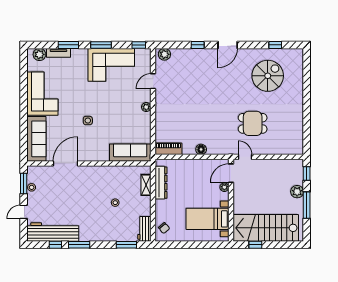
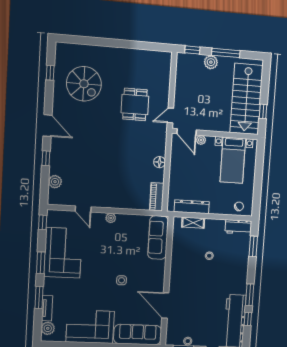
plant: (164, 54) -> (55, 182), moved
spiral stairs: (268, 76) -> (84, 84), turned 180

